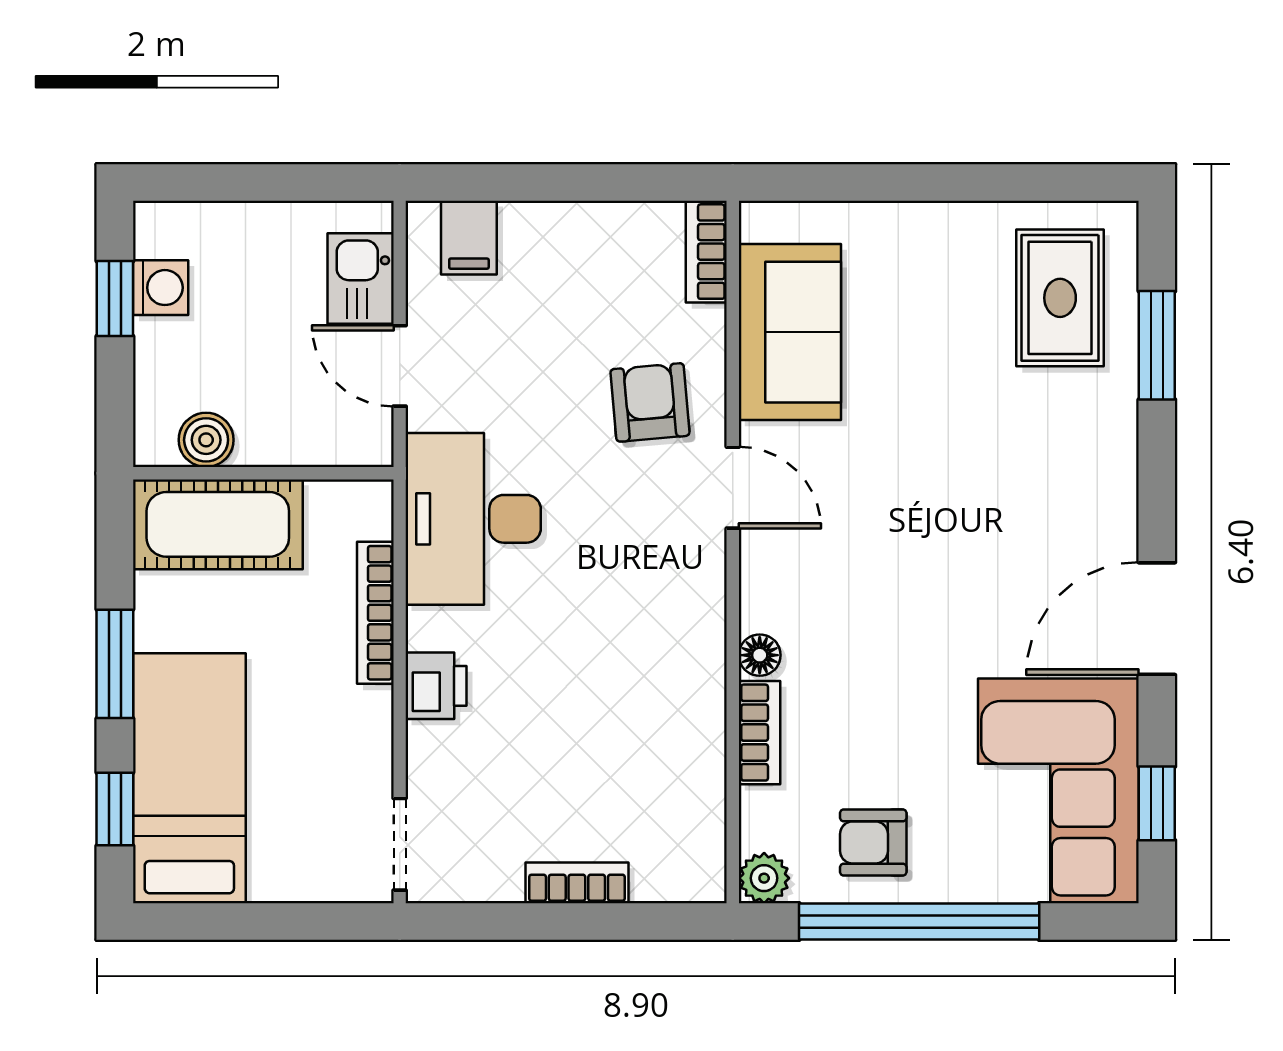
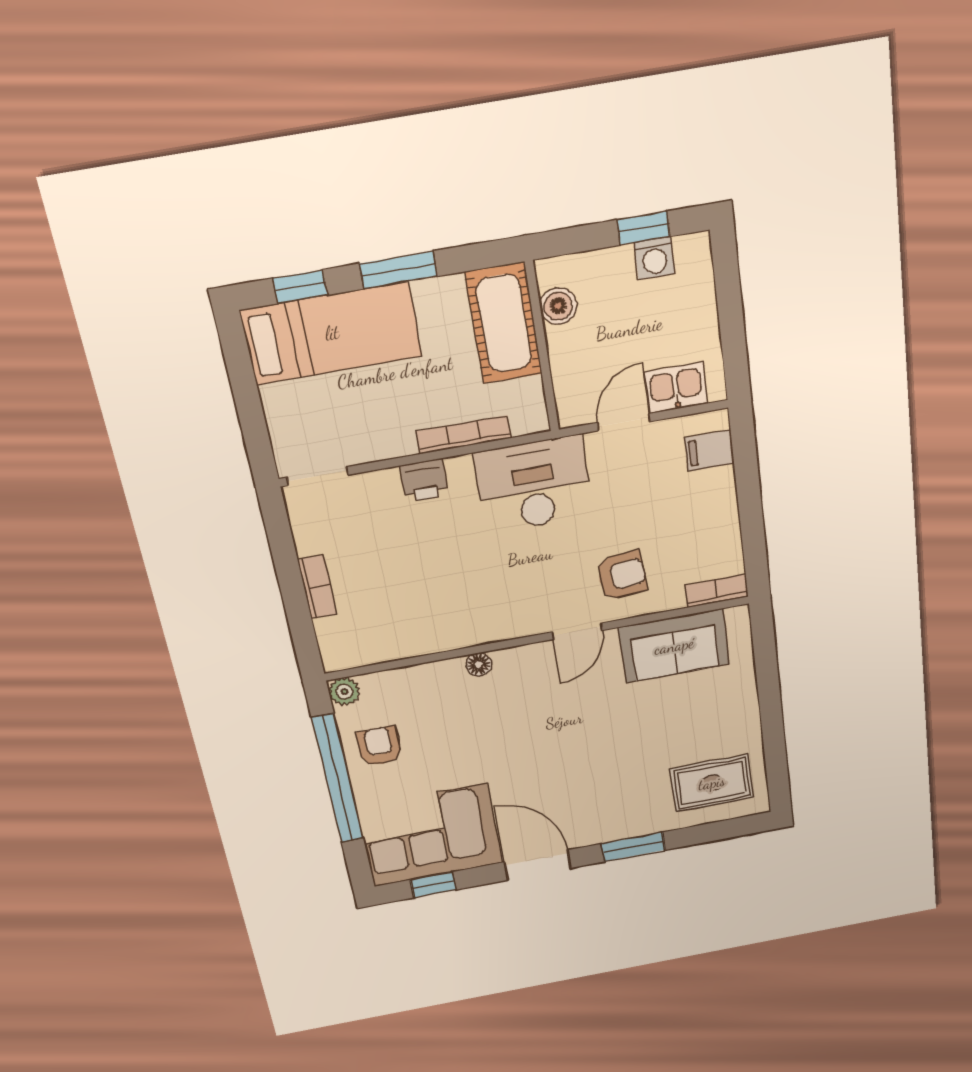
window: (1157, 345) -> (633, 847), moved
bookcase: (760, 733) -> (432, 673), removed

